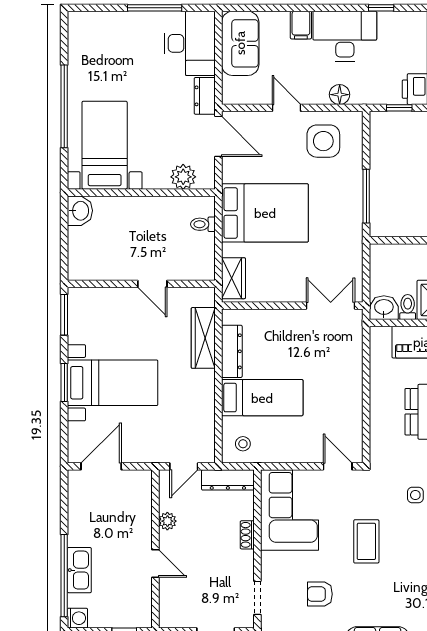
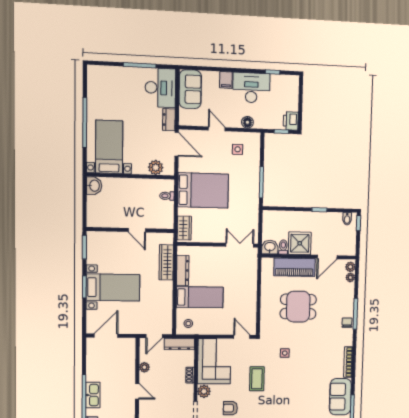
side table: (323, 141) -> (238, 149), width x0.54, depth x0.54
plant: (272, 564) -> (204, 391), added

